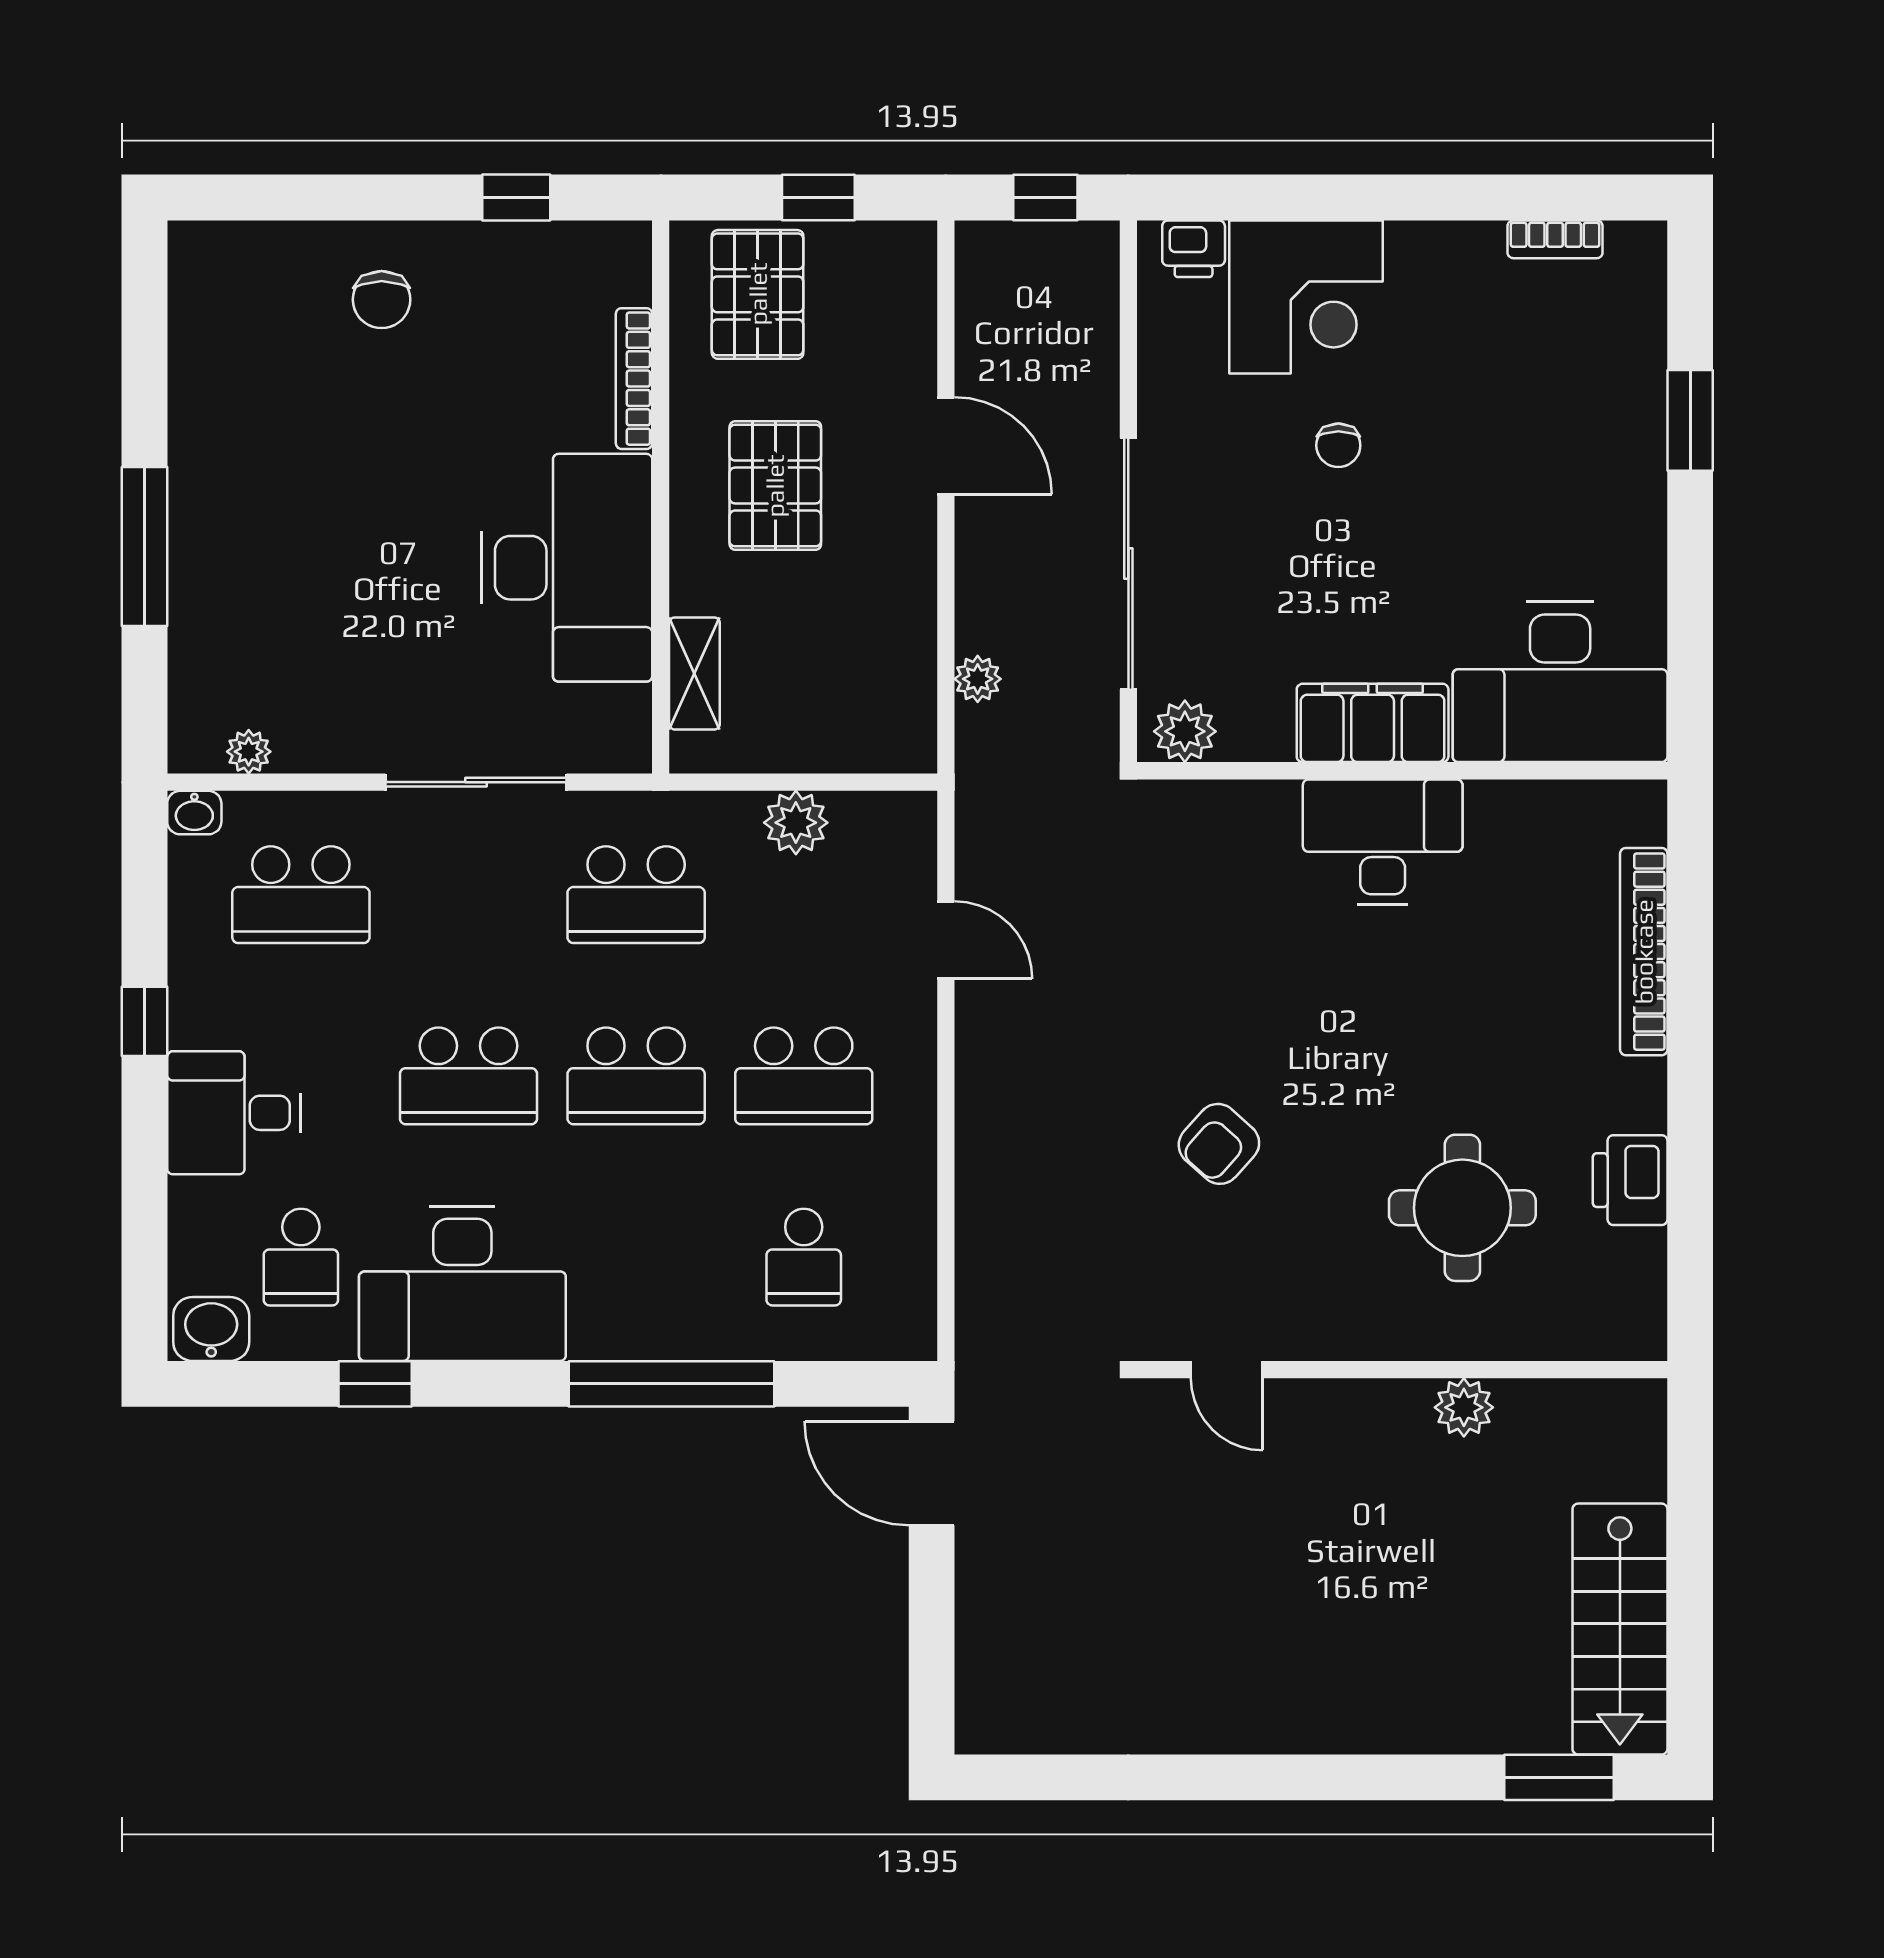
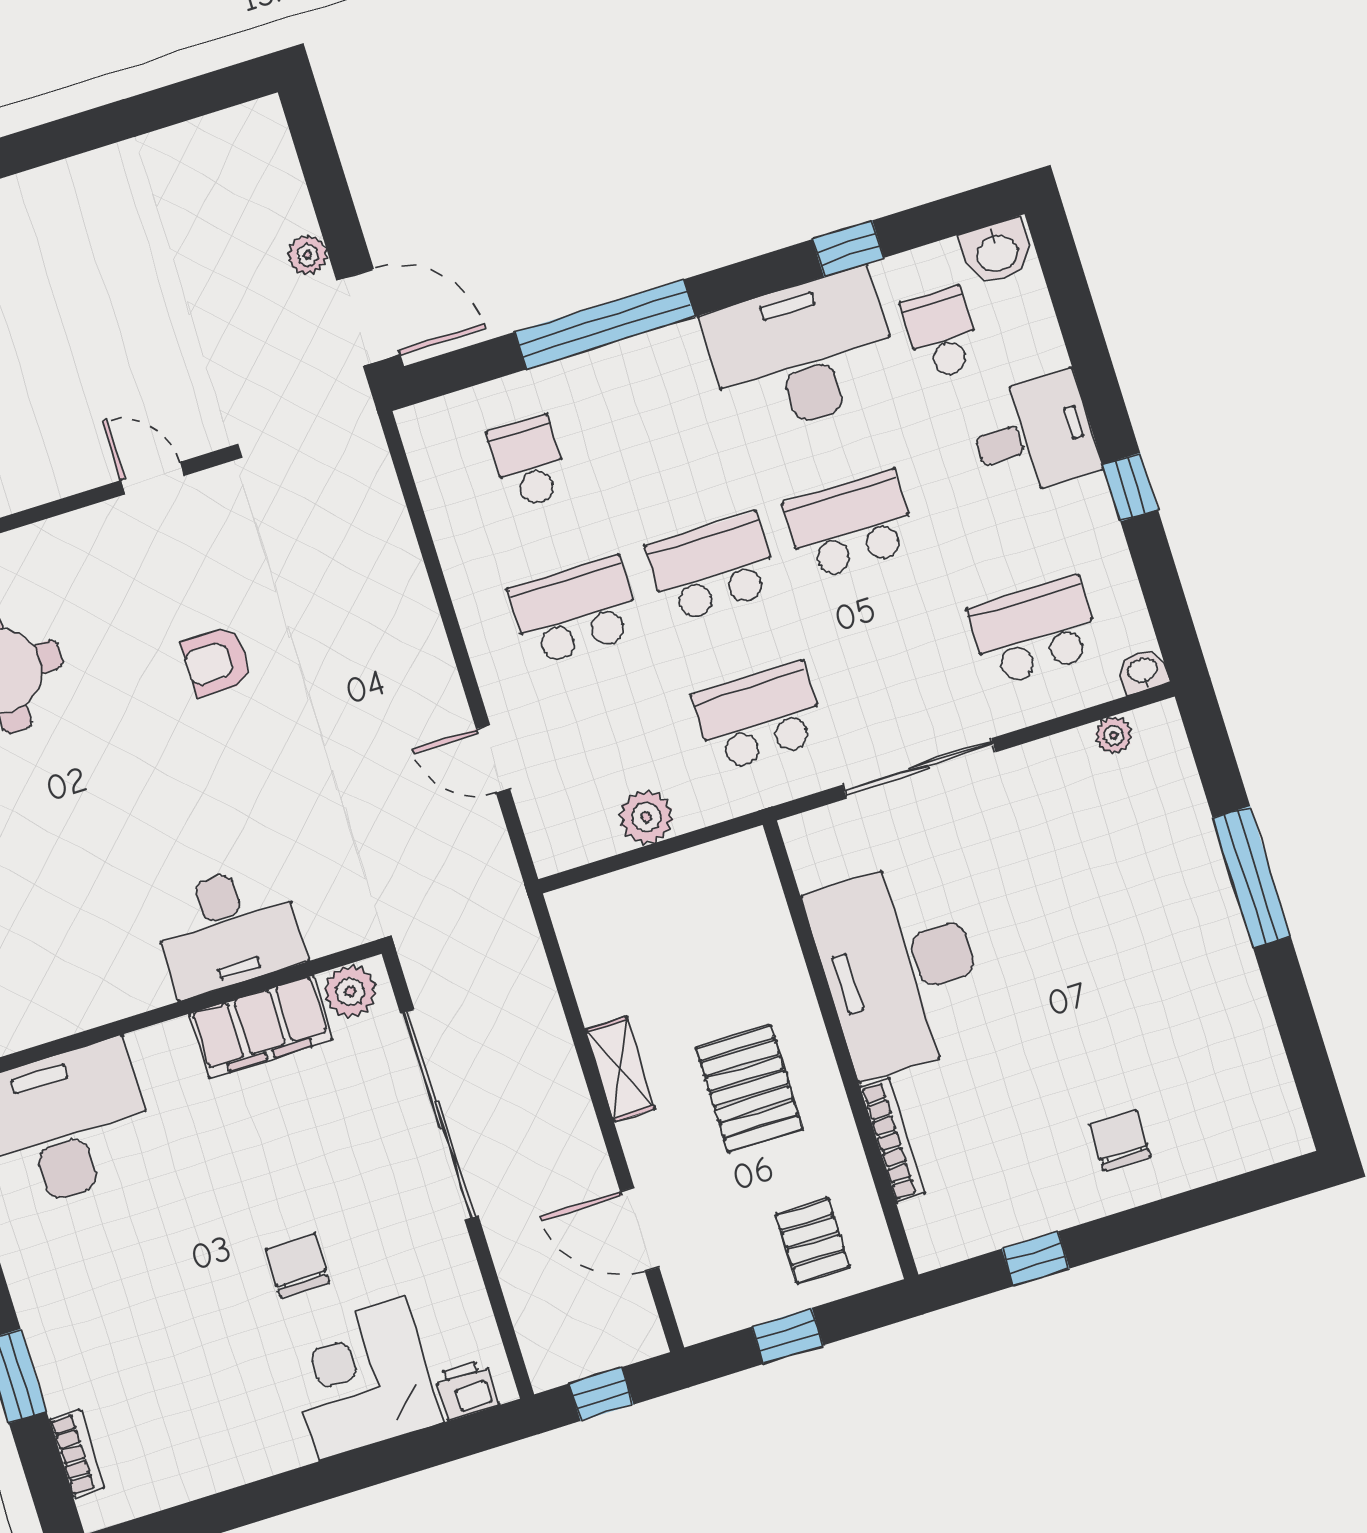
bookcase: (1555, 239) -> (77, 1454), moved, turned 90
pallet: (758, 294) -> (813, 1241), width x0.67, depth x0.71
chair: (1338, 445) -> (297, 1266), width x1.37, depth x1.37
door: (946, 446) -> (640, 1229), moved
shelving: (694, 673) -> (620, 1069), moved
plant: (978, 679) -> (307, 255), moved
filing cabinet: (1373, 723) -> (261, 1027), moved
desk: (1383, 842) -> (228, 930), moved
armchair: (1219, 1144) -> (217, 661), turned -132

